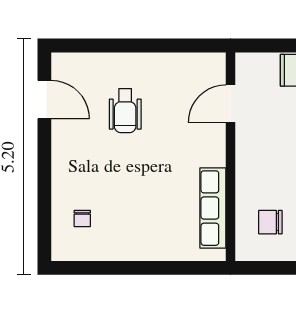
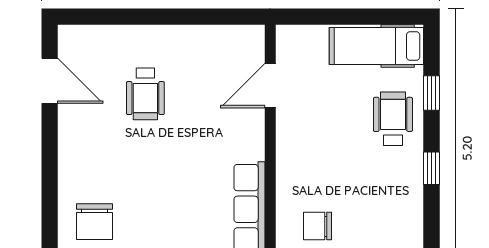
chair: (82, 218) -> (95, 222), width x1.87, depth x1.87

